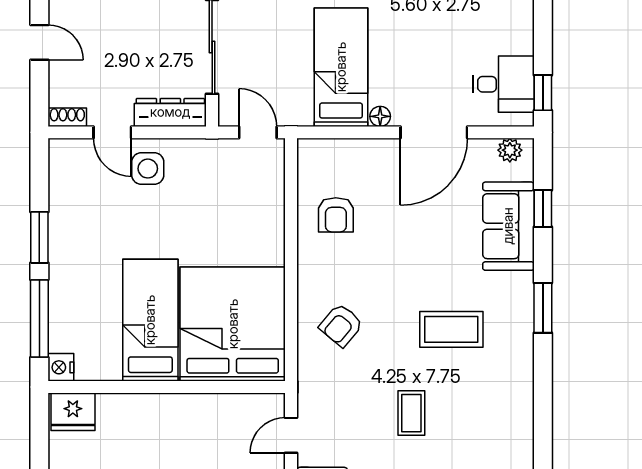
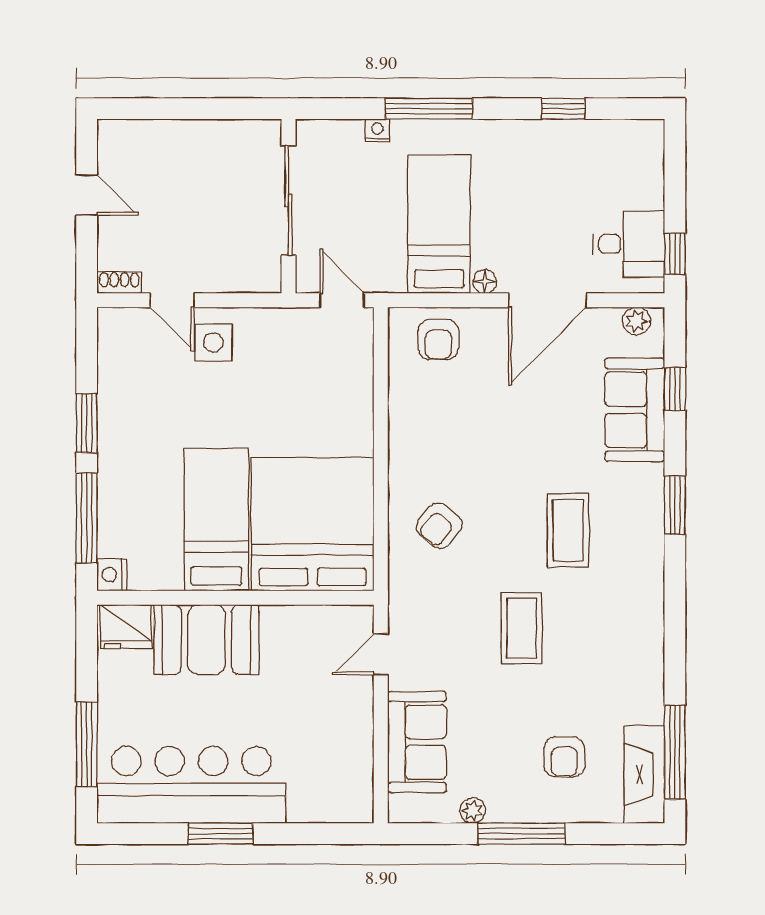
dresser: (170, 112) -> (240, 277), removed
armchair: (336, 215) -> (438, 340), moved
coffee table: (451, 329) -> (568, 530), turned 90
coffee table: (411, 413) -> (521, 628), width x1.36, depth x1.30
booth: (142, 423) -> (207, 640), added

